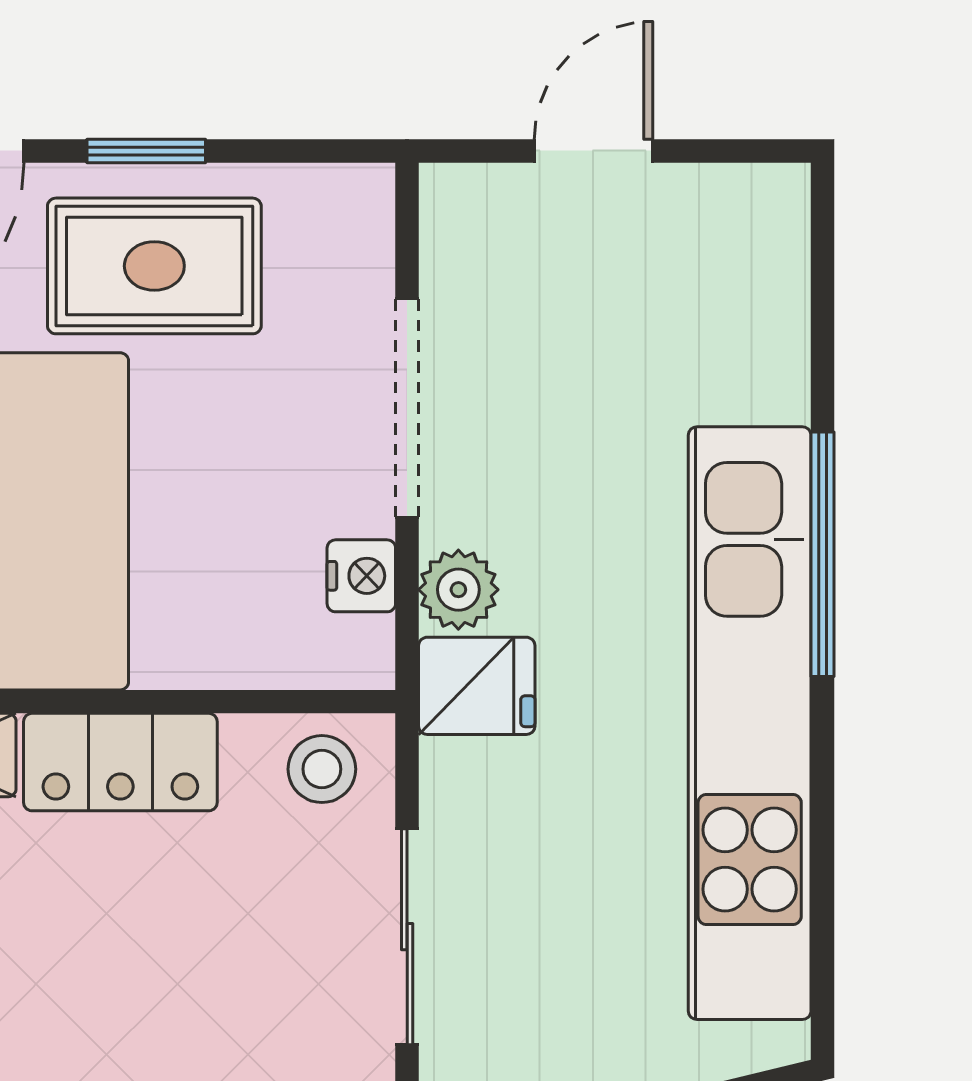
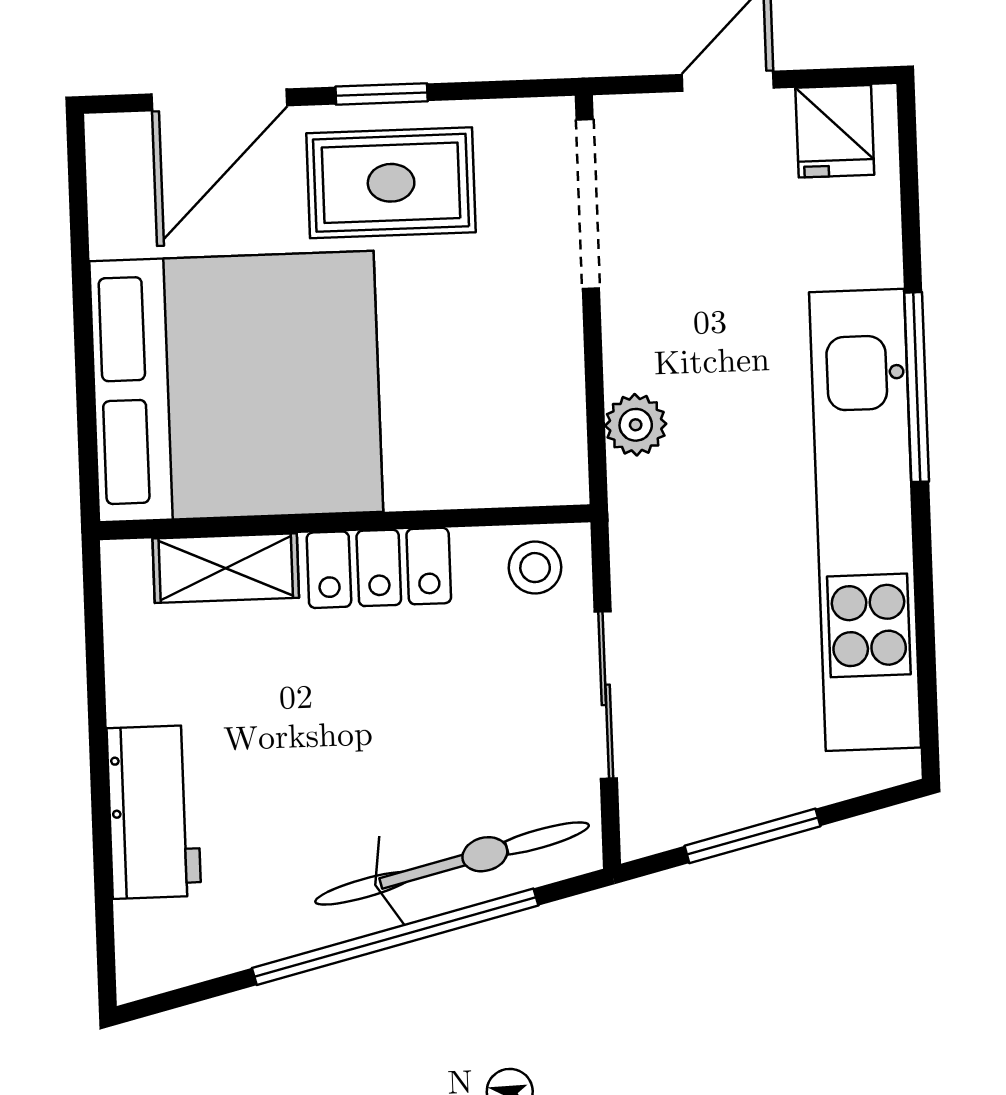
doorway: (407, 408) -> (588, 204), moved
nightstand: (361, 576) -> (560, 417), removed
fridge: (477, 686) -> (835, 131), moved, turned 90

